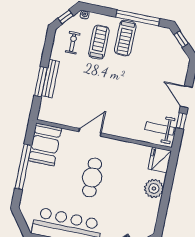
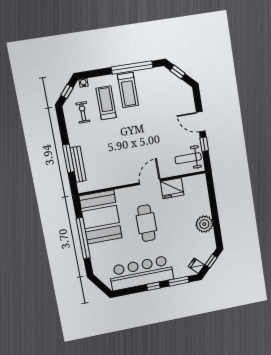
bench: (50, 79) -> (78, 164), moved
door: (90, 132) -> (150, 182), moved
booth: (45, 144) -> (101, 217), width x1.36, depth x1.42
fridge: (160, 160) -> (172, 188), moved, turned -90
plant: (154, 188) -> (204, 224), moved

